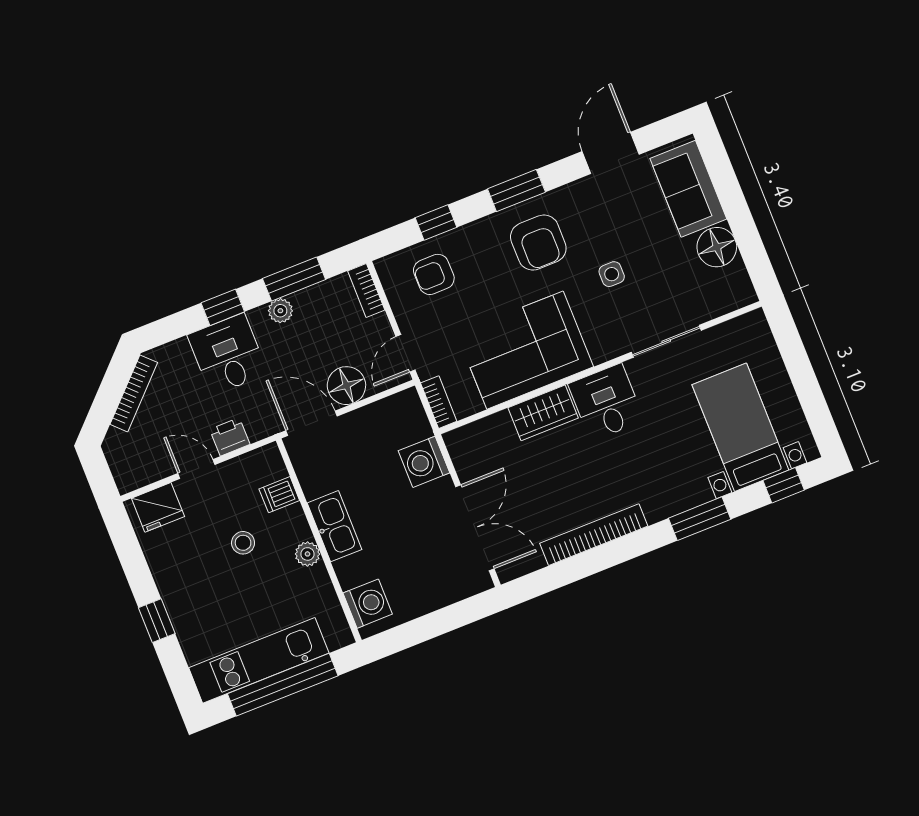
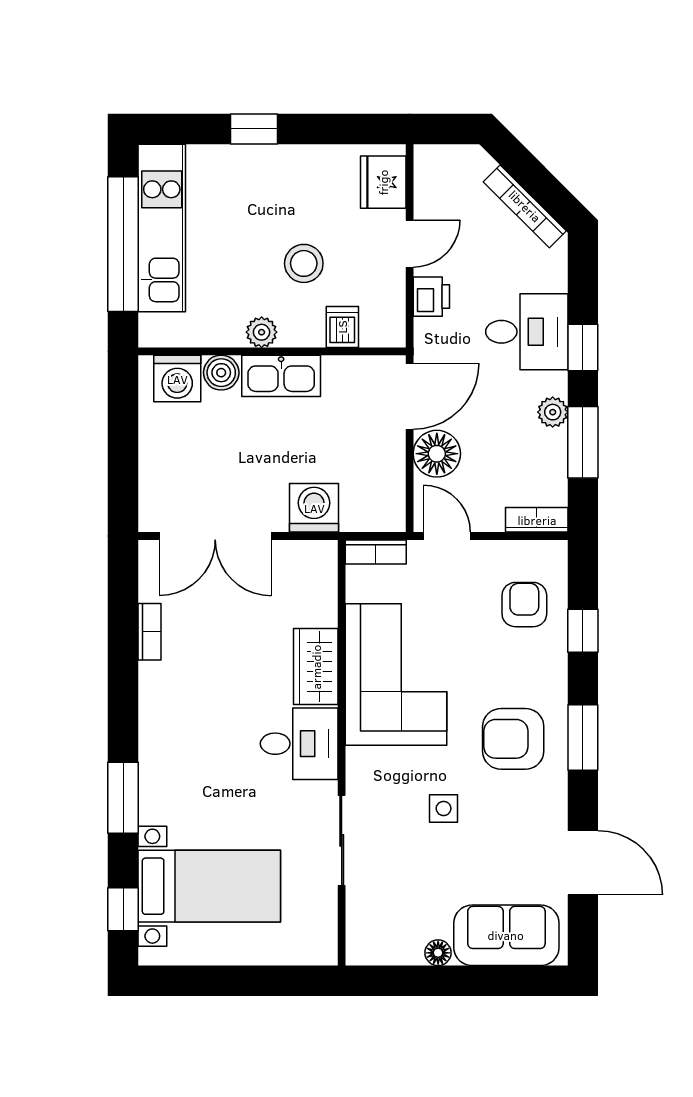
floor lamp: (717, 247) -> (438, 953), width x0.53, depth x0.53
bookcase: (594, 535) -> (150, 632), width x0.43, depth x0.76
stool: (243, 543) -> (304, 263), width x1.37, depth x1.37
boiler: (350, 572) -> (221, 373), added

